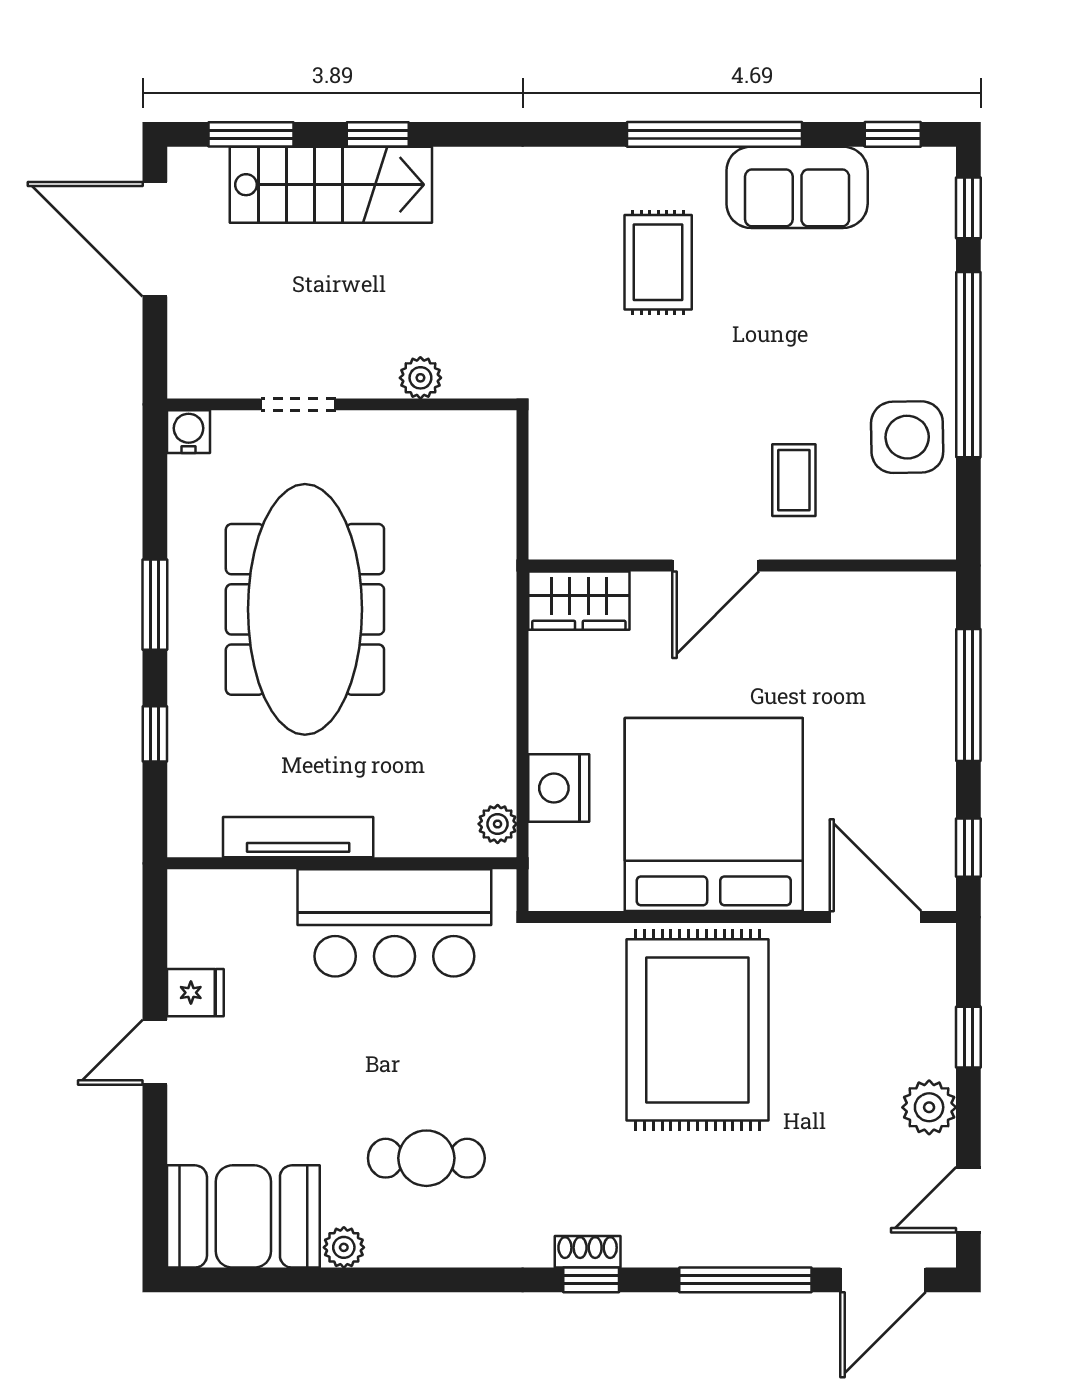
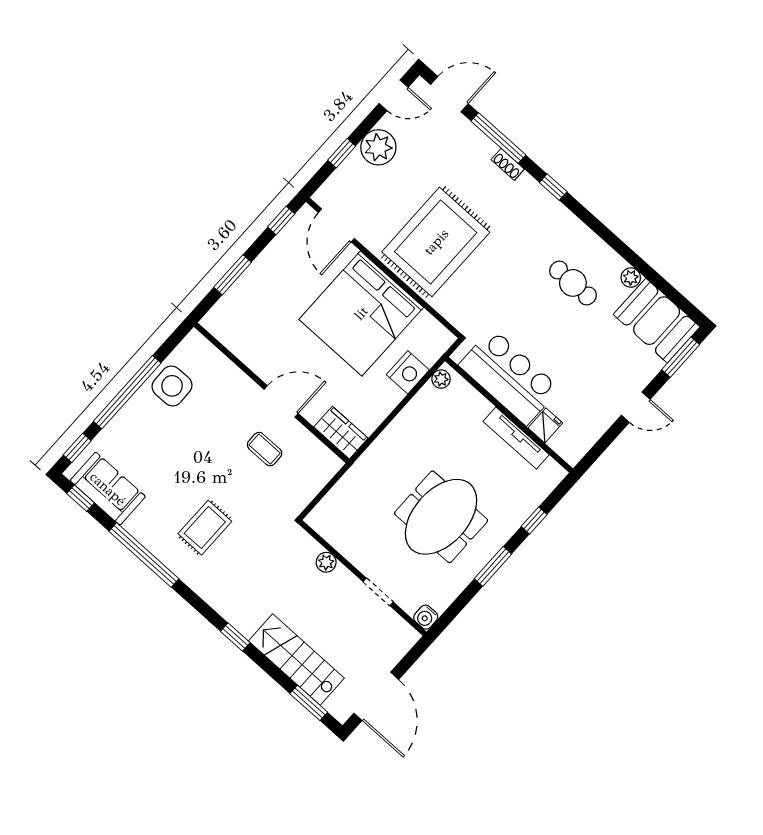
window: (378, 134) -> (235, 637), moved
sofa: (797, 187) -> (108, 489), moved
coffee table: (794, 480) -> (265, 449), moved, turned 90
meeting table: (305, 609) -> (441, 517), width x0.73
window: (968, 695) -> (233, 275), width x0.69
fridge: (195, 993) -> (545, 425), moved, turned 90
plant: (929, 1107) -> (378, 147), width x1.36, depth x1.36
window: (155, 1193) -> (681, 357), added
shoe rack: (588, 1252) -> (508, 164), moved

